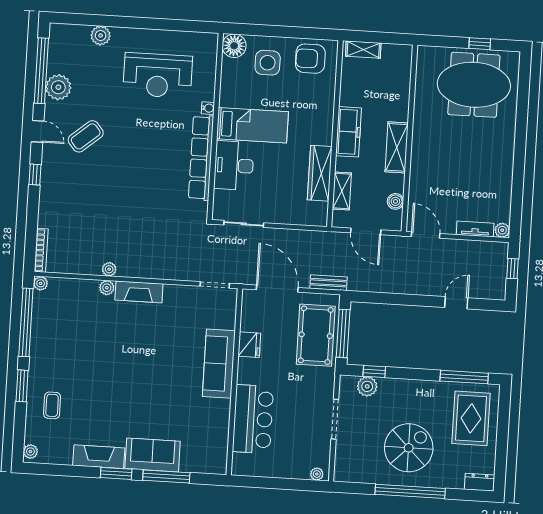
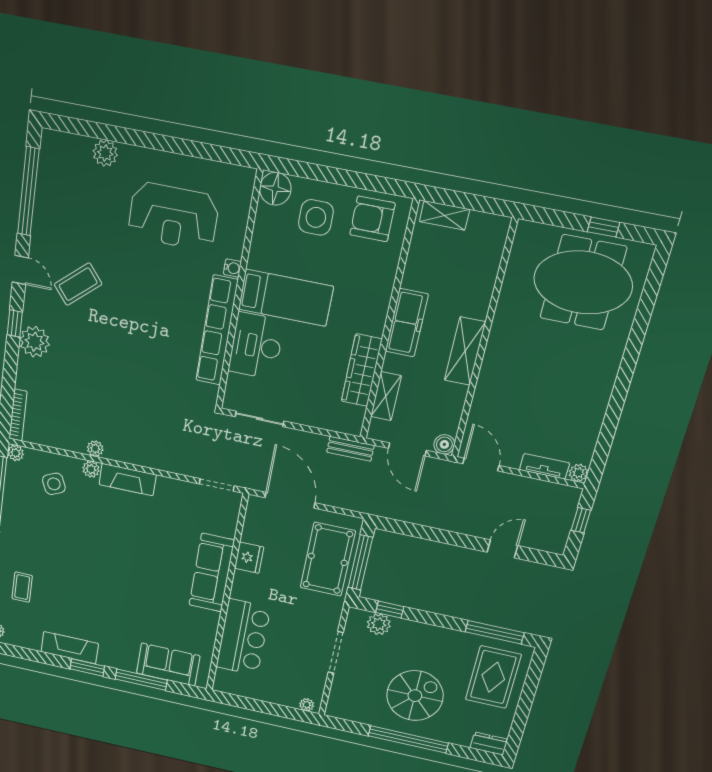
plant: (58, 87) -> (34, 342), moved
boiler: (395, 201) -> (444, 444), moved
bench: (328, 283) -> (350, 449), moved
side table: (75, 306) -> (54, 484), added
sofa: (153, 455) -> (168, 665), moved

